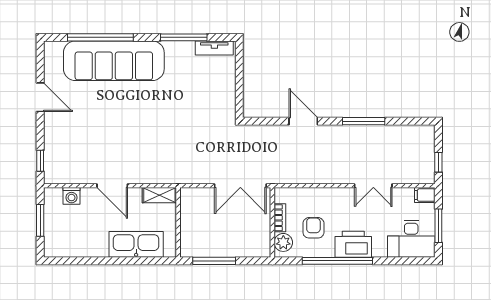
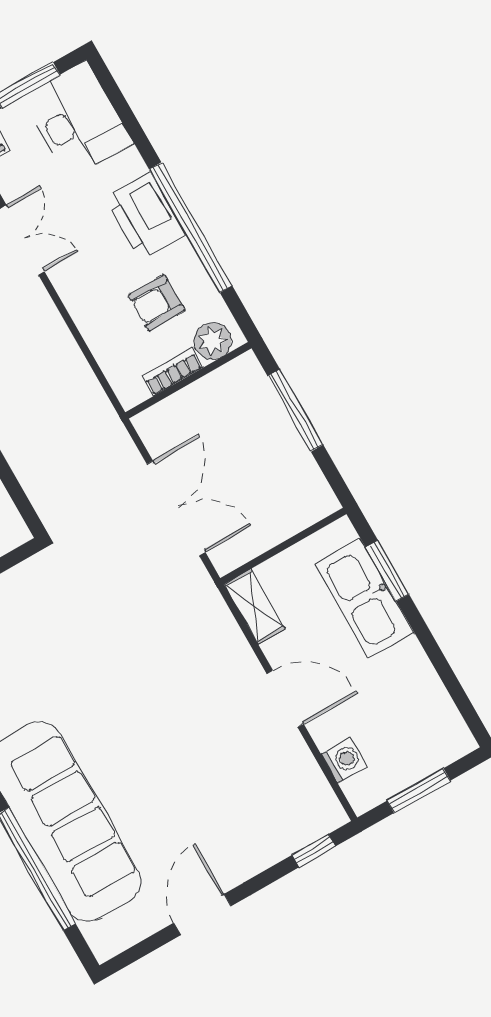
door: (112, 186) -> (285, 699), hinge flipped
double door: (240, 186) -> (176, 508), moved
window: (142, 261) -> (387, 571), added
window: (214, 261) -> (295, 410), moved

